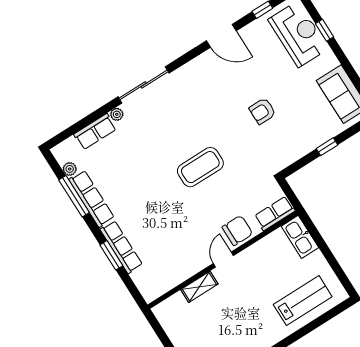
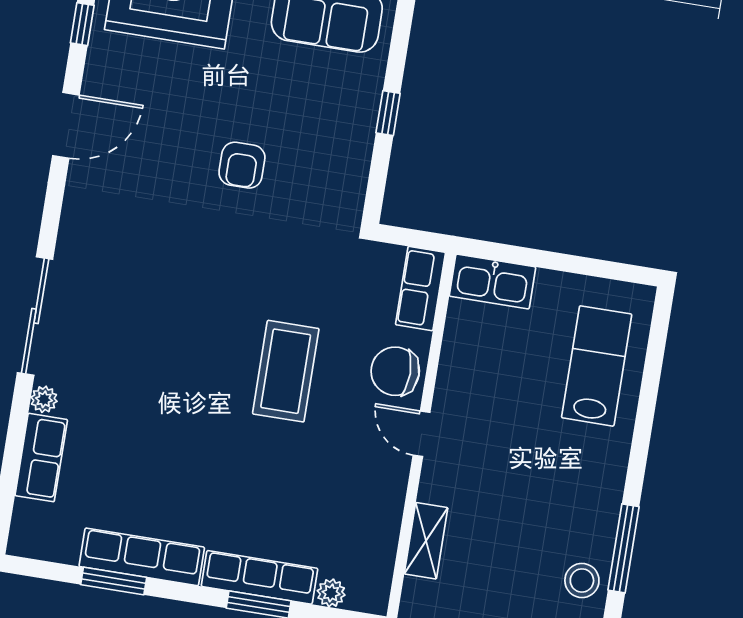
coffee table: (200, 167) -> (286, 371), moved
plant: (70, 169) -> (331, 593), moved
window: (74, 196) -> (114, 581), width x0.69
chair: (237, 230) -> (395, 371), turned -90
shelving: (199, 287) -> (426, 541), moved

